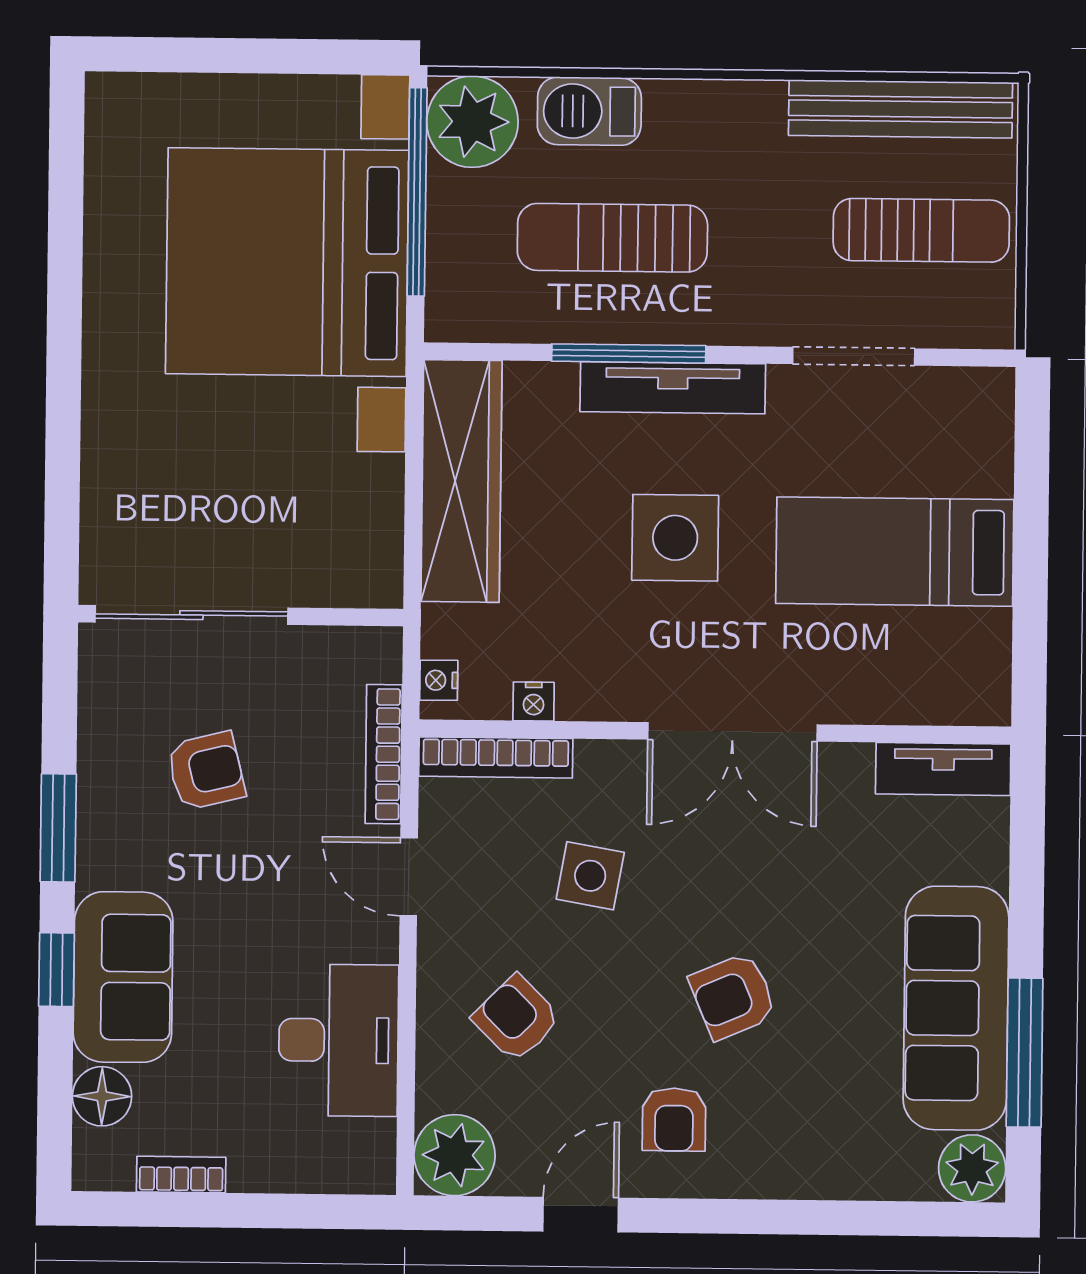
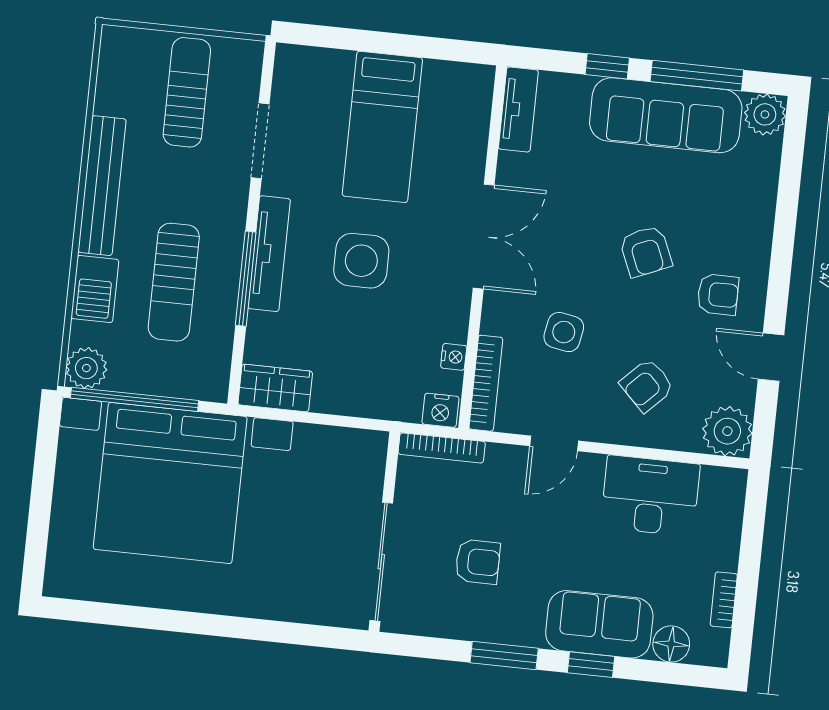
bench: (900, 109) -> (102, 186), moved
plant: (472, 122) -> (86, 368), width x0.73, depth x0.73
wardrobe: (461, 481) -> (275, 388), width x0.48, depth x0.85
nightstand: (439, 680) -> (440, 410), width x1.39, depth x1.35
bookcase: (384, 754) -> (442, 448), moved
armchair: (206, 771) -> (478, 562), turned 104
window: (1026, 906) -> (607, 66), added

